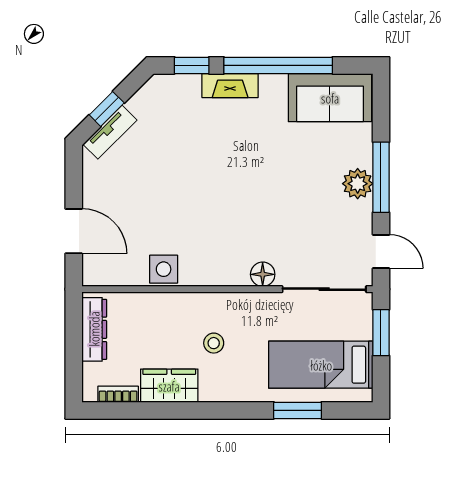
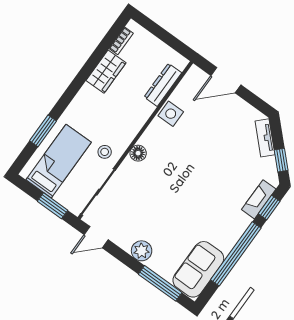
fireplace: (230, 86) -> (259, 199), moved
window: (107, 109) -> (281, 160), moved
window: (381, 177) -> (160, 283), moved
floor lamp: (263, 274) -> (138, 153), moved
dresser: (94, 329) -> (163, 85), moved, turned 90
stool: (214, 343) -> (105, 152), moved

